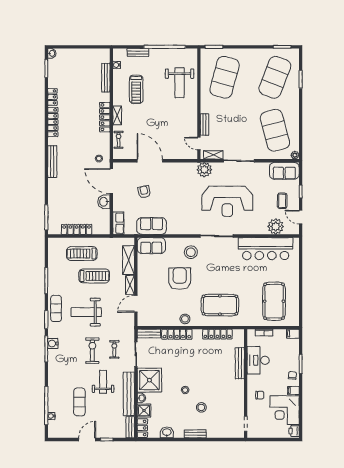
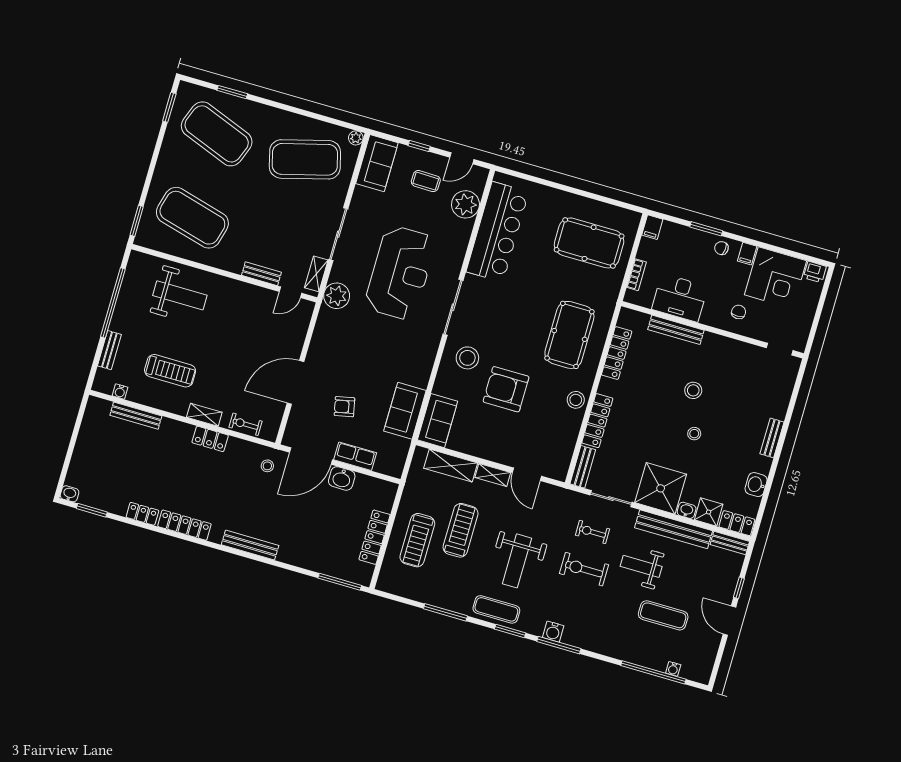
locker: (105, 117) -> (210, 439), width x0.66
row of seats: (118, 223) -> (355, 456), moved
stool: (201, 407) -> (693, 390), moved

